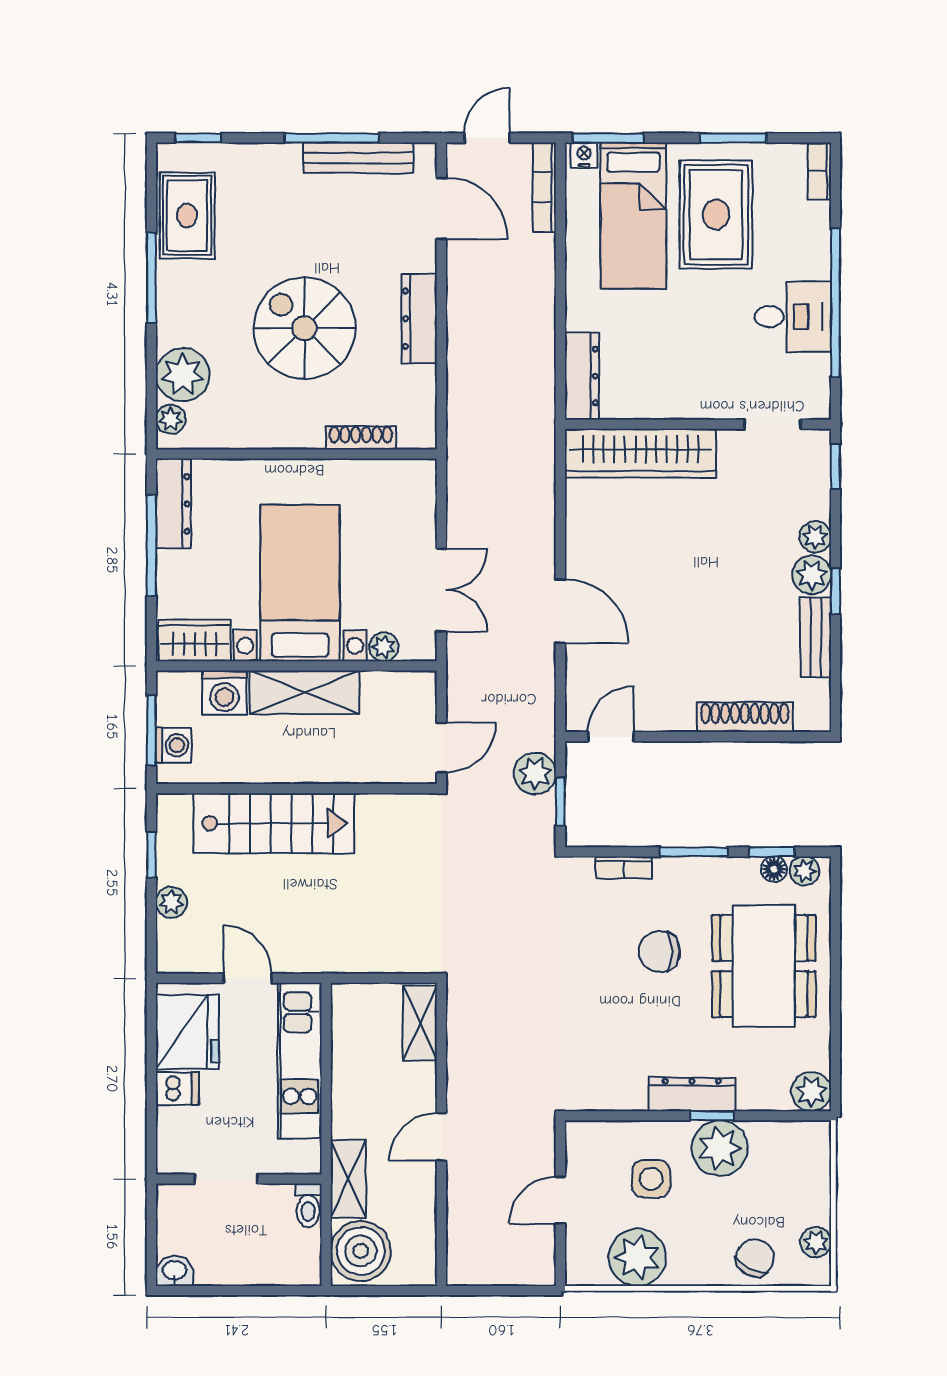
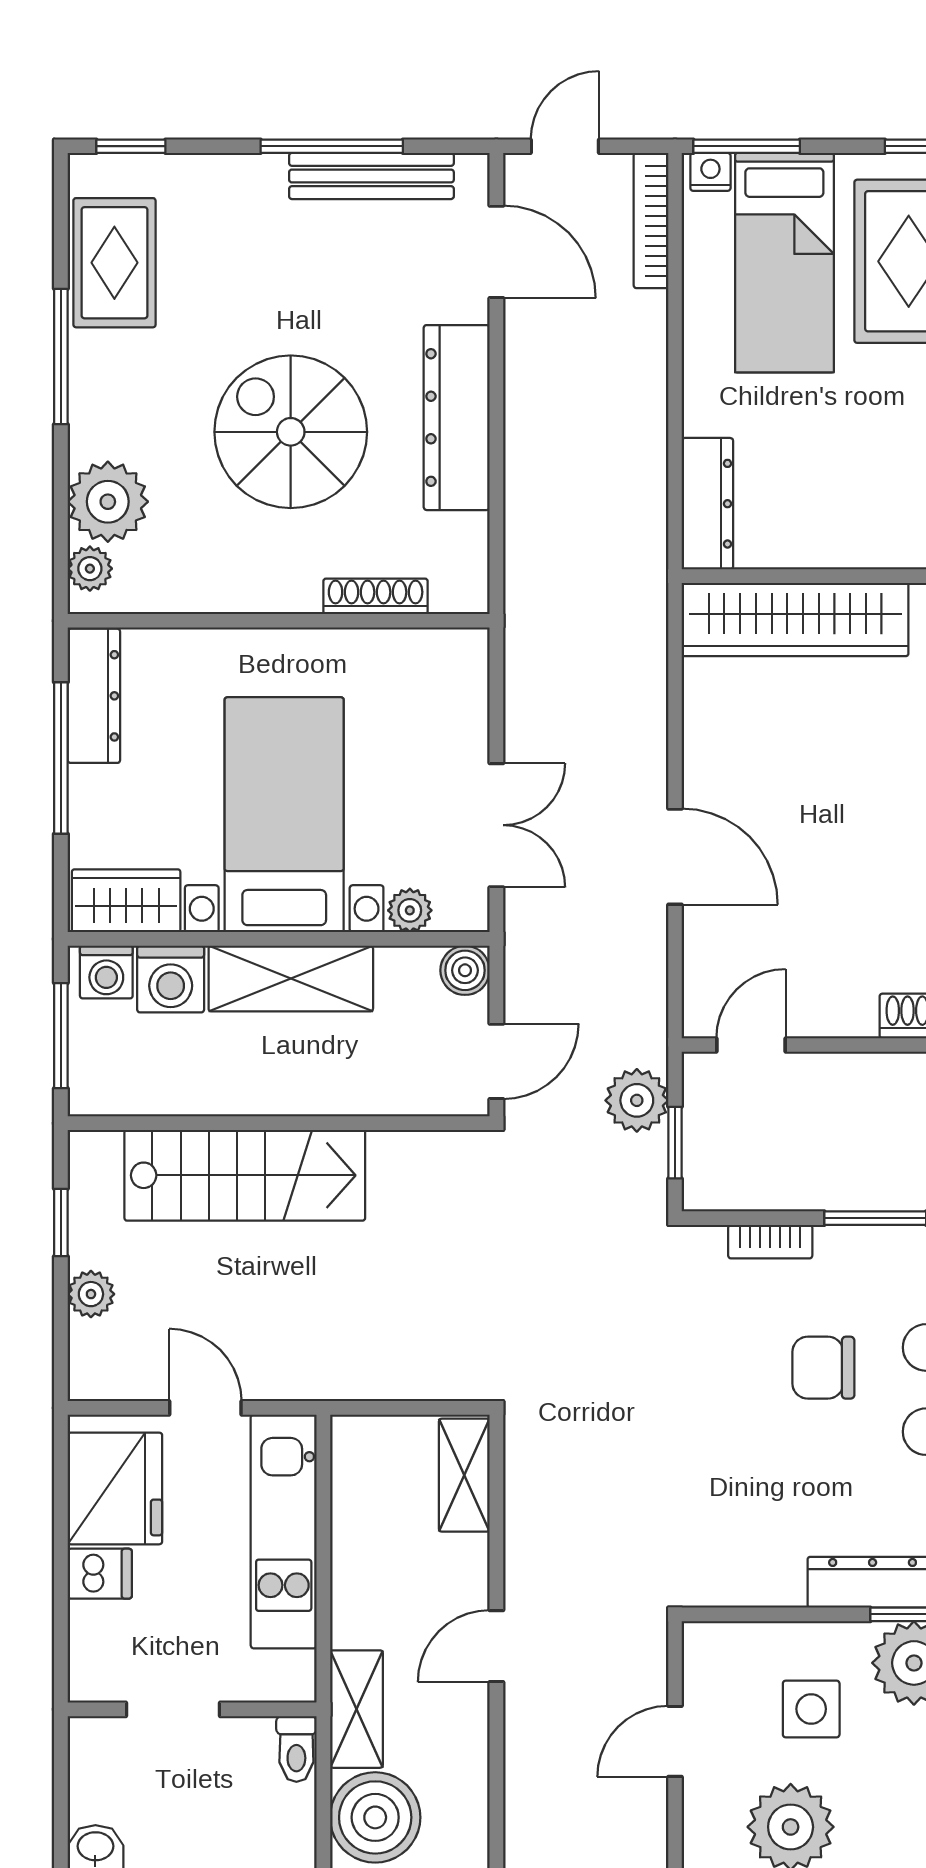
dresser: (419, 319) -> (457, 418), width x1.37, depth x1.24
boiler: (421, 687) -> (465, 970), added
washing machine: (173, 745) -> (106, 972), moved, turned 90

